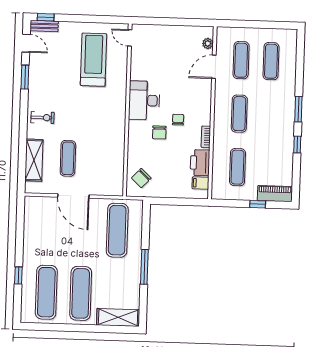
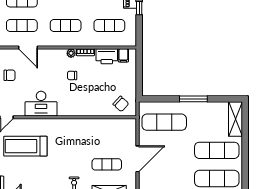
plant: (208, 43) -> (71, 53), moved
desk: (144, 100) -> (41, 104), moved
chair: (159, 132) -> (10, 75), moved

